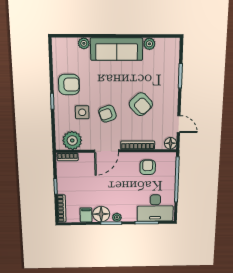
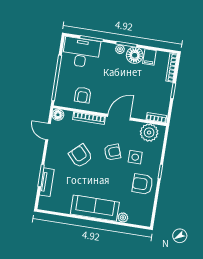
plant: (149, 44) -> (65, 208), removed
tv unit: (173, 70) -> (47, 182), added

